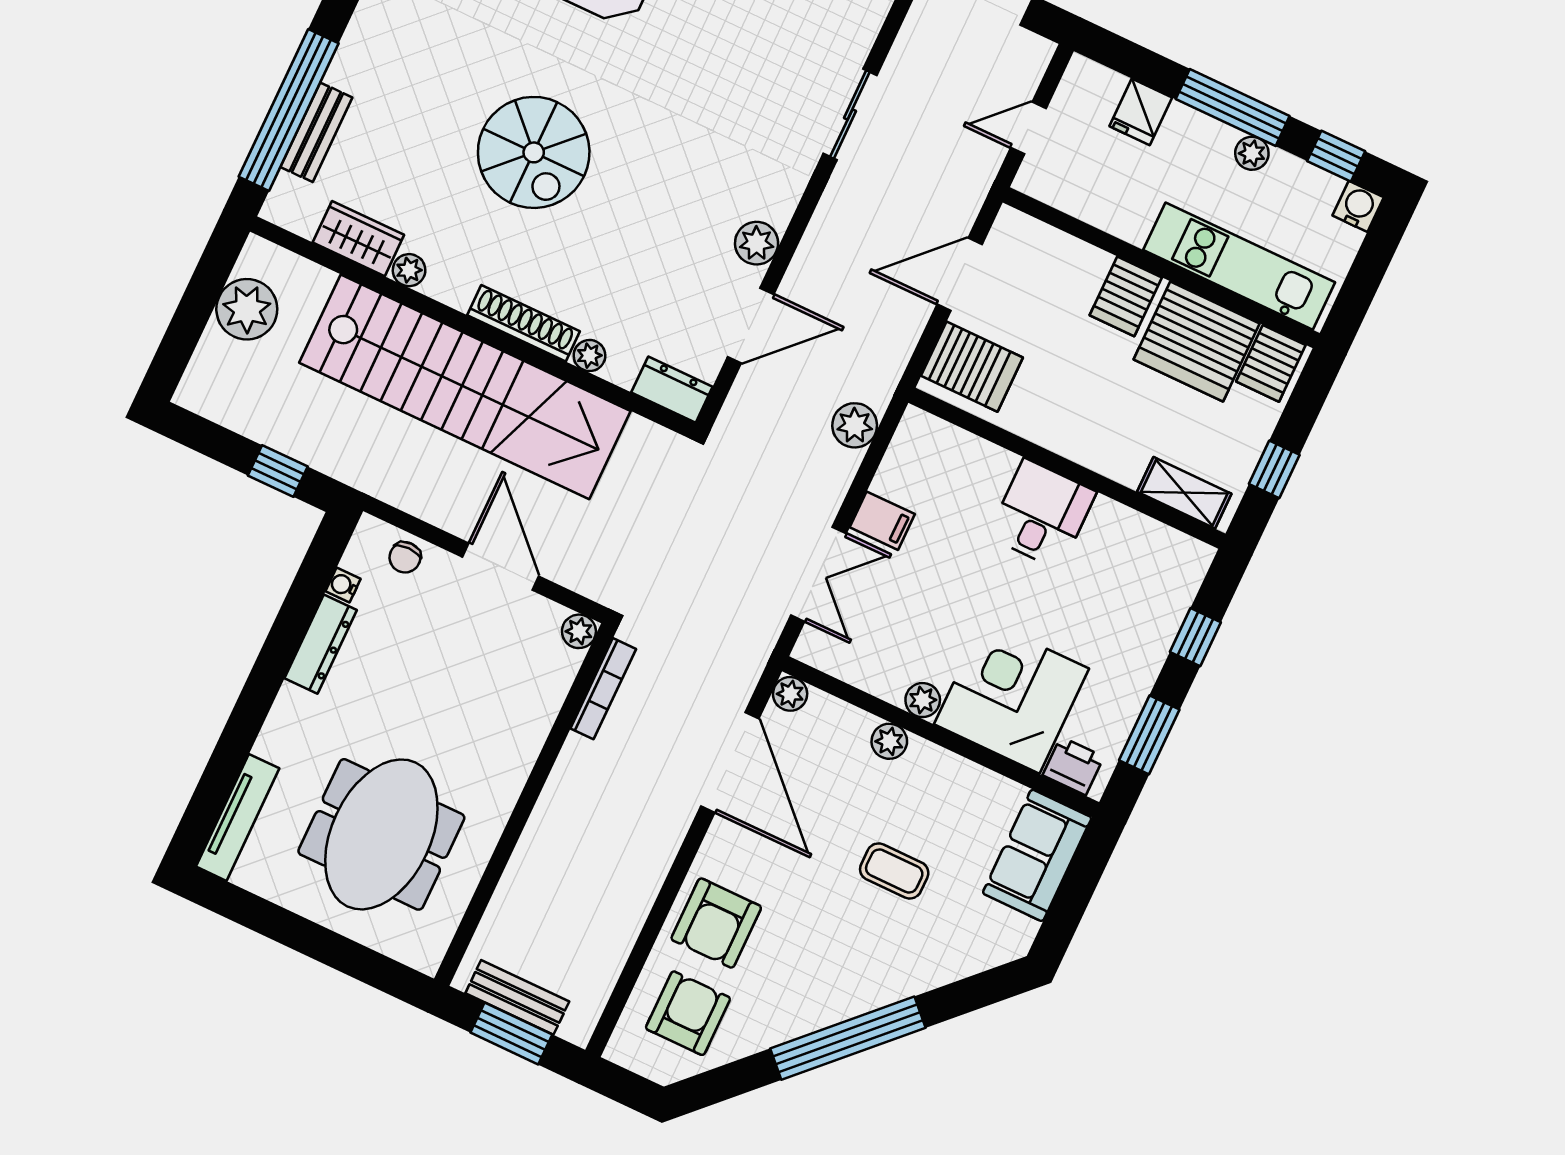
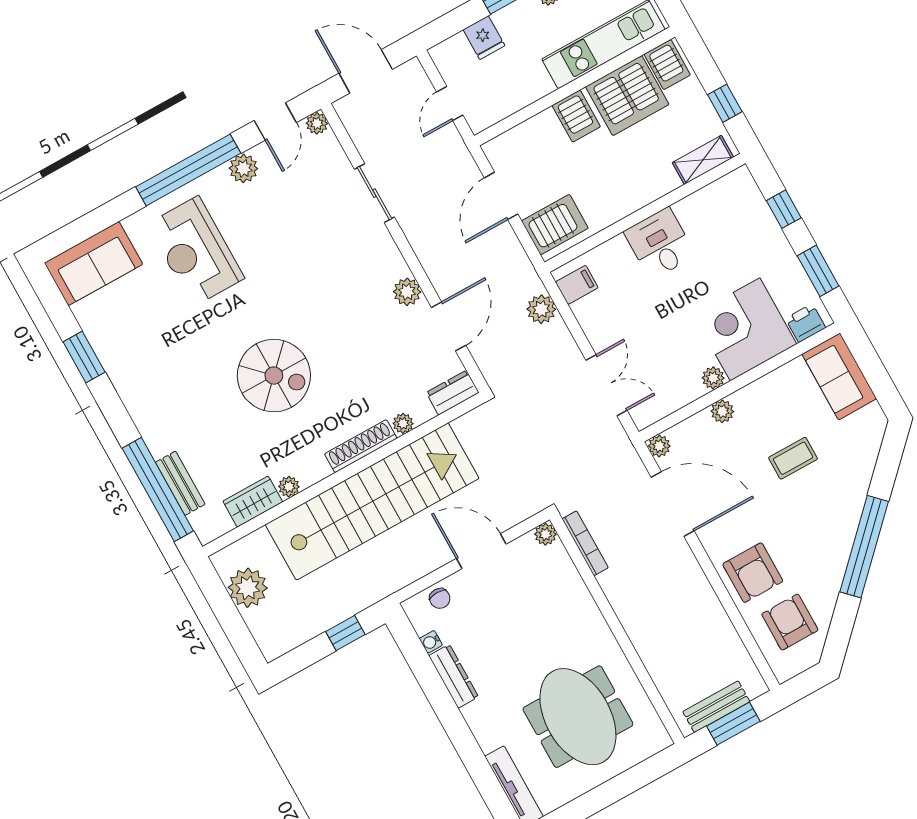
filing cabinet: (882, 521) -> (577, 285), moved

